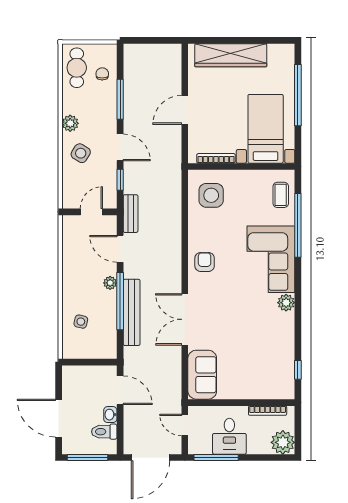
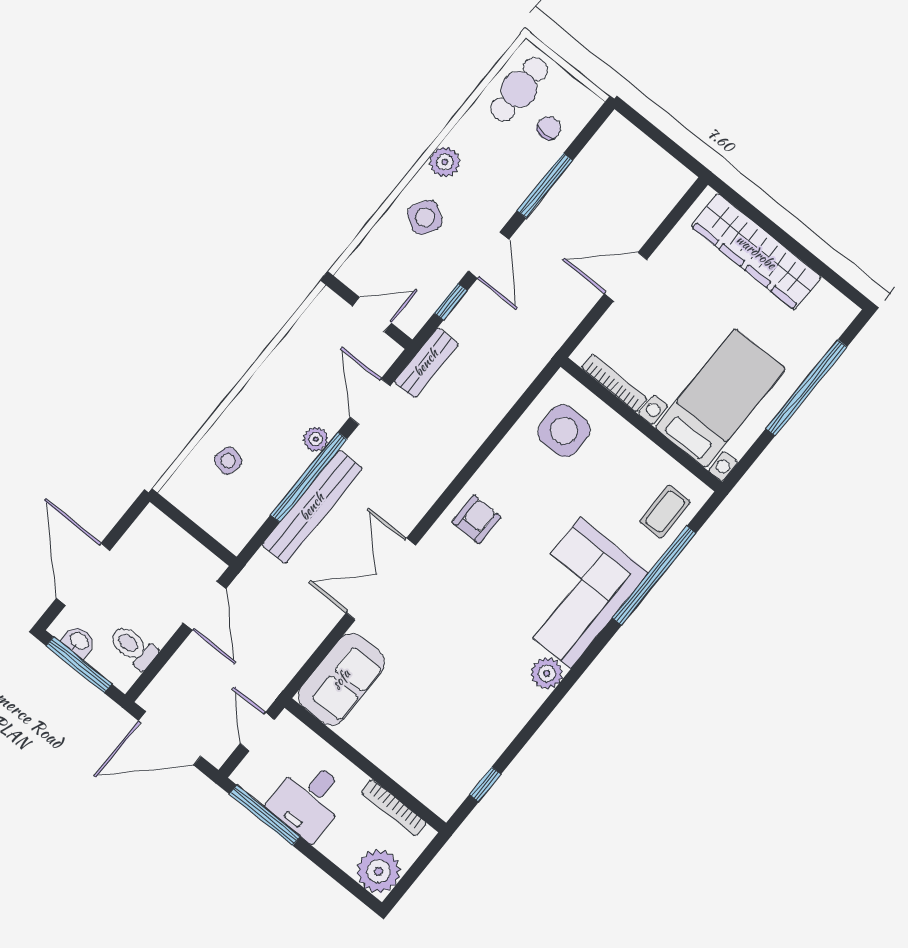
washbasin: (110, 415) -> (79, 641), moved, turned 90

